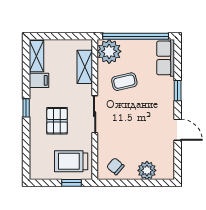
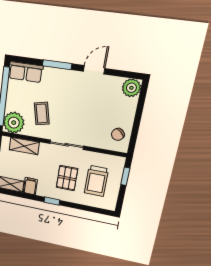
window: (178, 91) -> (57, 65), width x1.50
pallet: (57, 121) -> (67, 178), turned 90
trolley: (71, 161) -> (96, 181), moved
plant: (147, 170) -> (131, 88), moved

